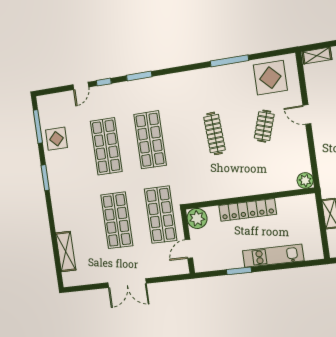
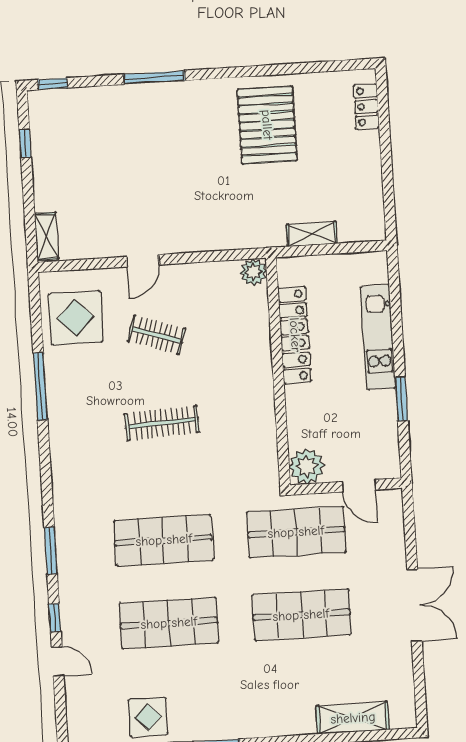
locker: (247, 210) -> (295, 335), moved

